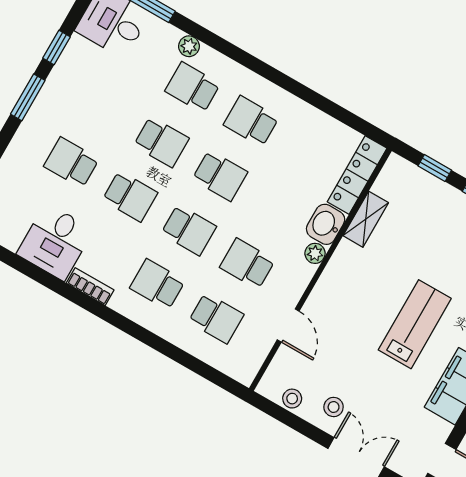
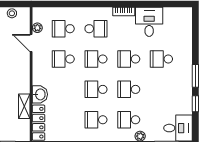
school desk: (193, 88) -> (129, 120), turned 180
school desk: (251, 121) -> (96, 120), turned 180
school desk: (71, 163) -> (161, 59), turned 180
plant: (315, 253) -> (37, 28), moved
school desk: (247, 264) -> (63, 59), turned 180

